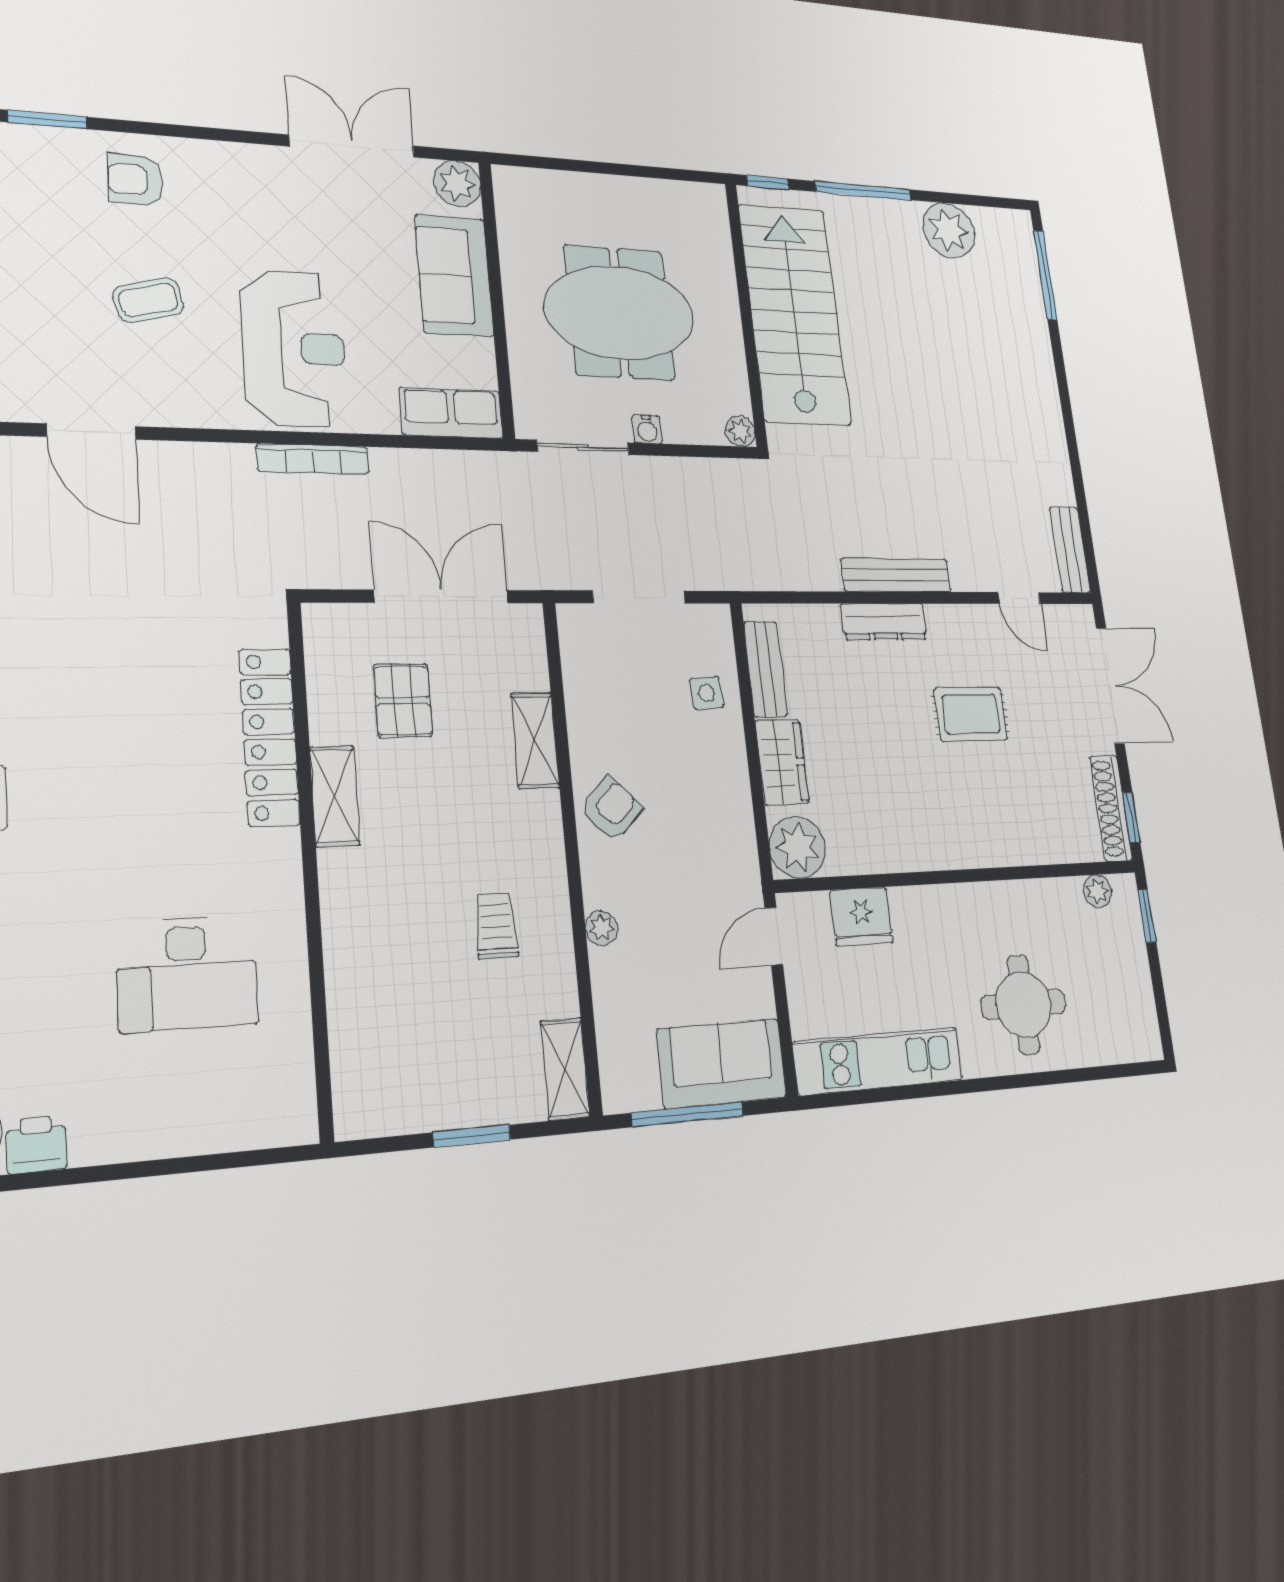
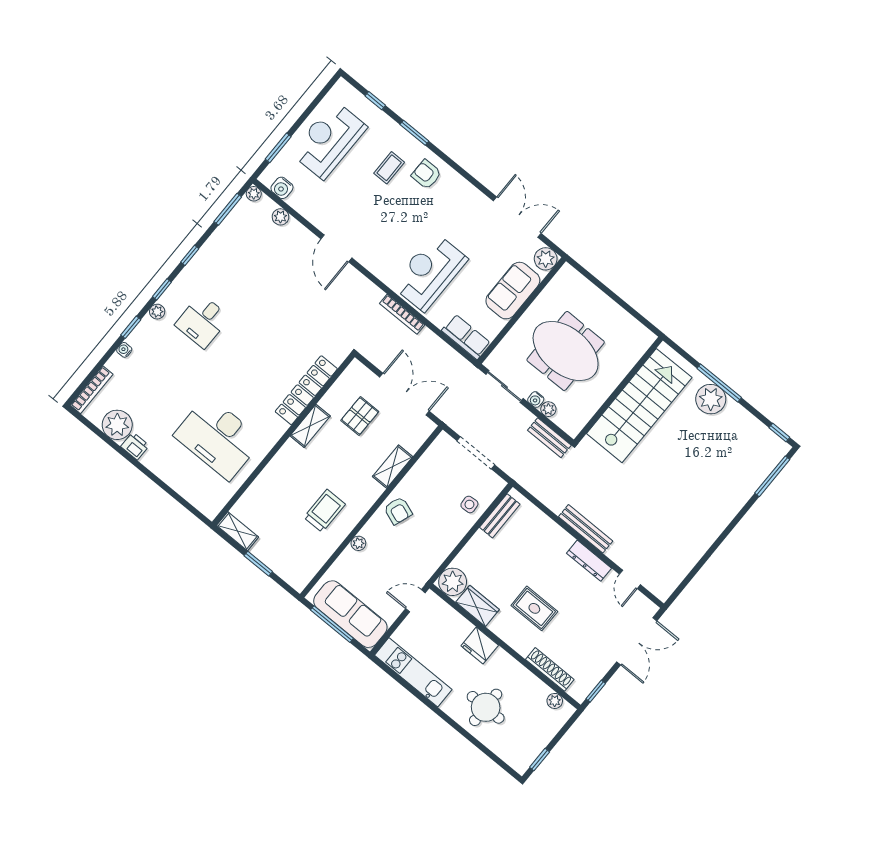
window: (768, 182) -> (779, 432), moved
plant: (949, 230) -> (711, 399), moved
coffee table: (148, 300) -> (389, 168), moved, turned -76
reception desk: (294, 348) -> (430, 272), turned 180
plant: (740, 431) -> (548, 409), moved
bench: (1070, 550) -> (549, 438), moved, turned 90
dresser: (884, 622) -> (589, 561), moved
rug: (971, 714) -> (534, 608), moved
wardrobe: (782, 762) -> (478, 606), moved, turned -90
shoe rack: (1111, 808) -> (550, 669), moved, turned 90
armchair: (611, 809) -> (398, 511), turned 65
fridge: (862, 916) -> (480, 645), moved
window: (1147, 916) -> (540, 760), moved
trolley: (496, 926) -> (325, 511), width x1.36, depth x1.39
desk: (187, 973) -> (218, 438), width x1.36, depth x1.30
sofa: (722, 1063) -> (350, 614), width x1.36
shelving: (565, 1069) -> (238, 531), moved, turned 90

